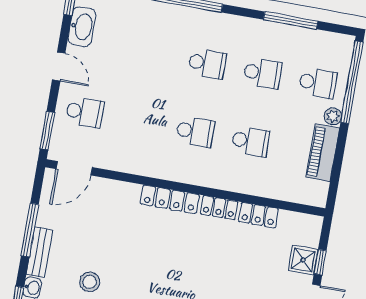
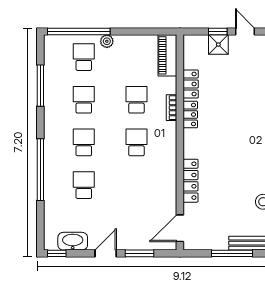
school desk: (85, 112) -> (84, 185), moved
window: (47, 131) -> (140, 253), moved
piano: (323, 153) -> (167, 55), moved, turned 90
door: (74, 168) -> (180, 228), swing flipped
bookcase: (232, 185) -> (171, 108), added
locker: (170, 199) -> (190, 181), moved

